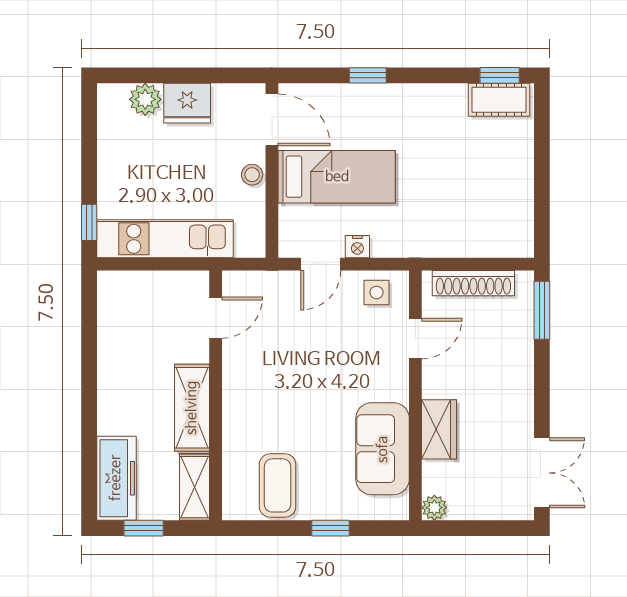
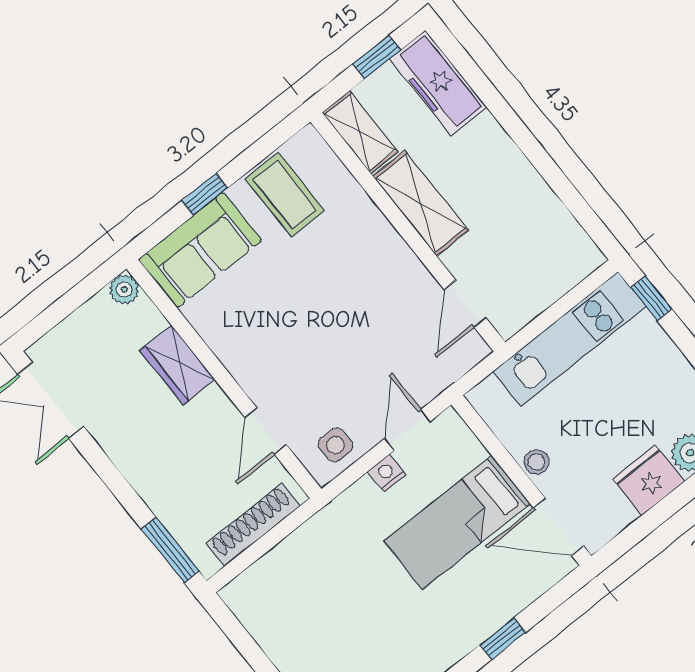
sofa: (383, 449) -> (200, 250), moved, turned 90

